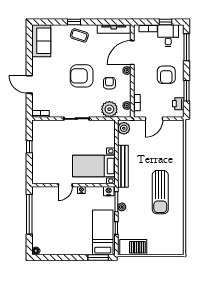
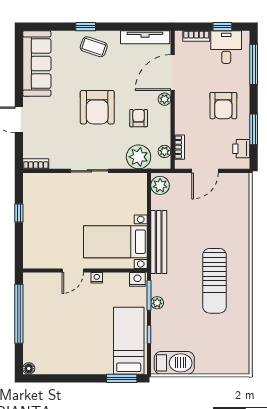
sofa: (41, 41) -> (37, 63), width x1.36
armchair: (82, 76) -> (97, 107), turned -90

